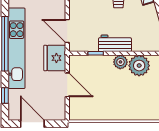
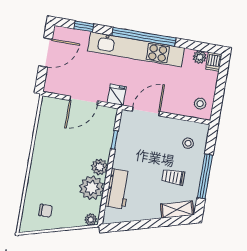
workbench: (115, 43) -> (118, 189), moved
fridge: (55, 58) -> (117, 95), width x0.53, depth x0.75

